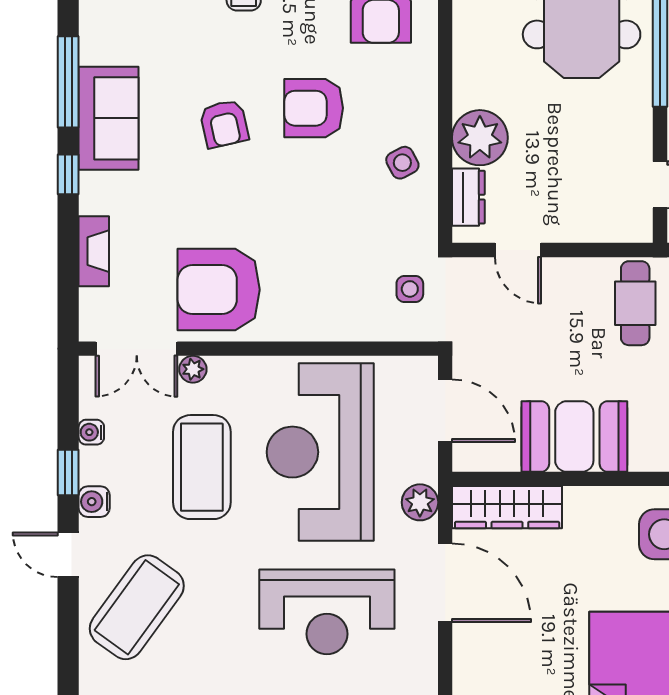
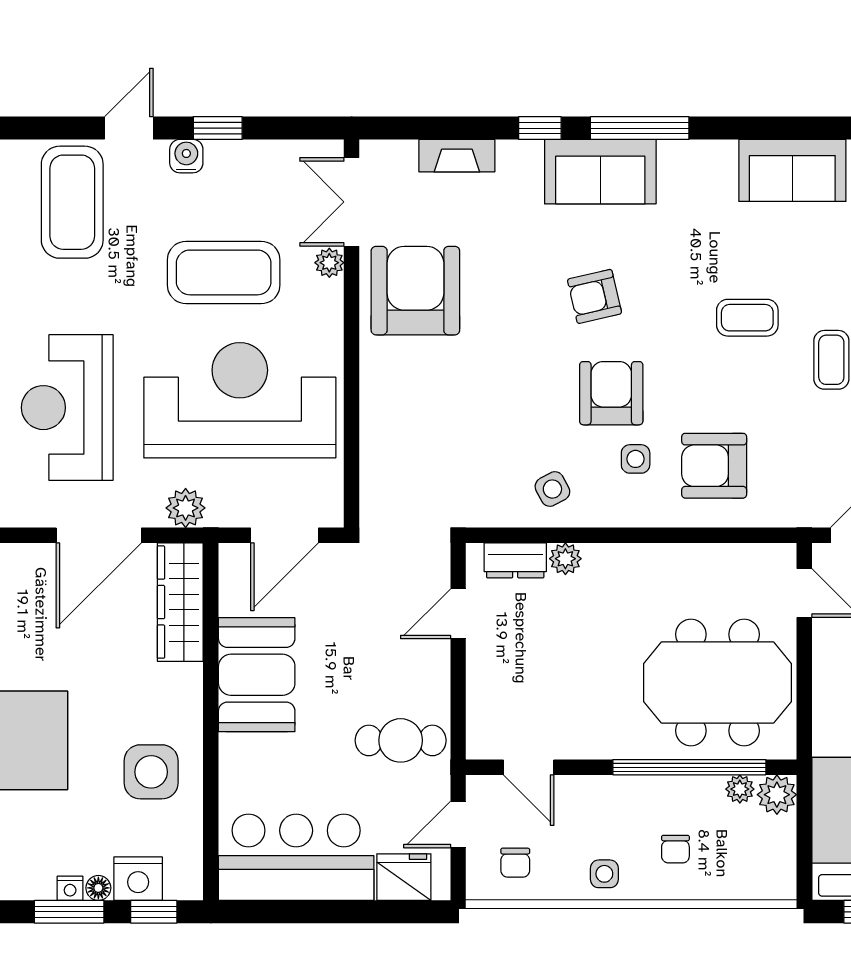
plant: (480, 138) -> (565, 559), width x0.53, depth x0.53
side table: (410, 289) -> (636, 459), moved
water cooler: (91, 432) -> (261, 153), removed
coffee table: (137, 607) -> (72, 202), turned 54

